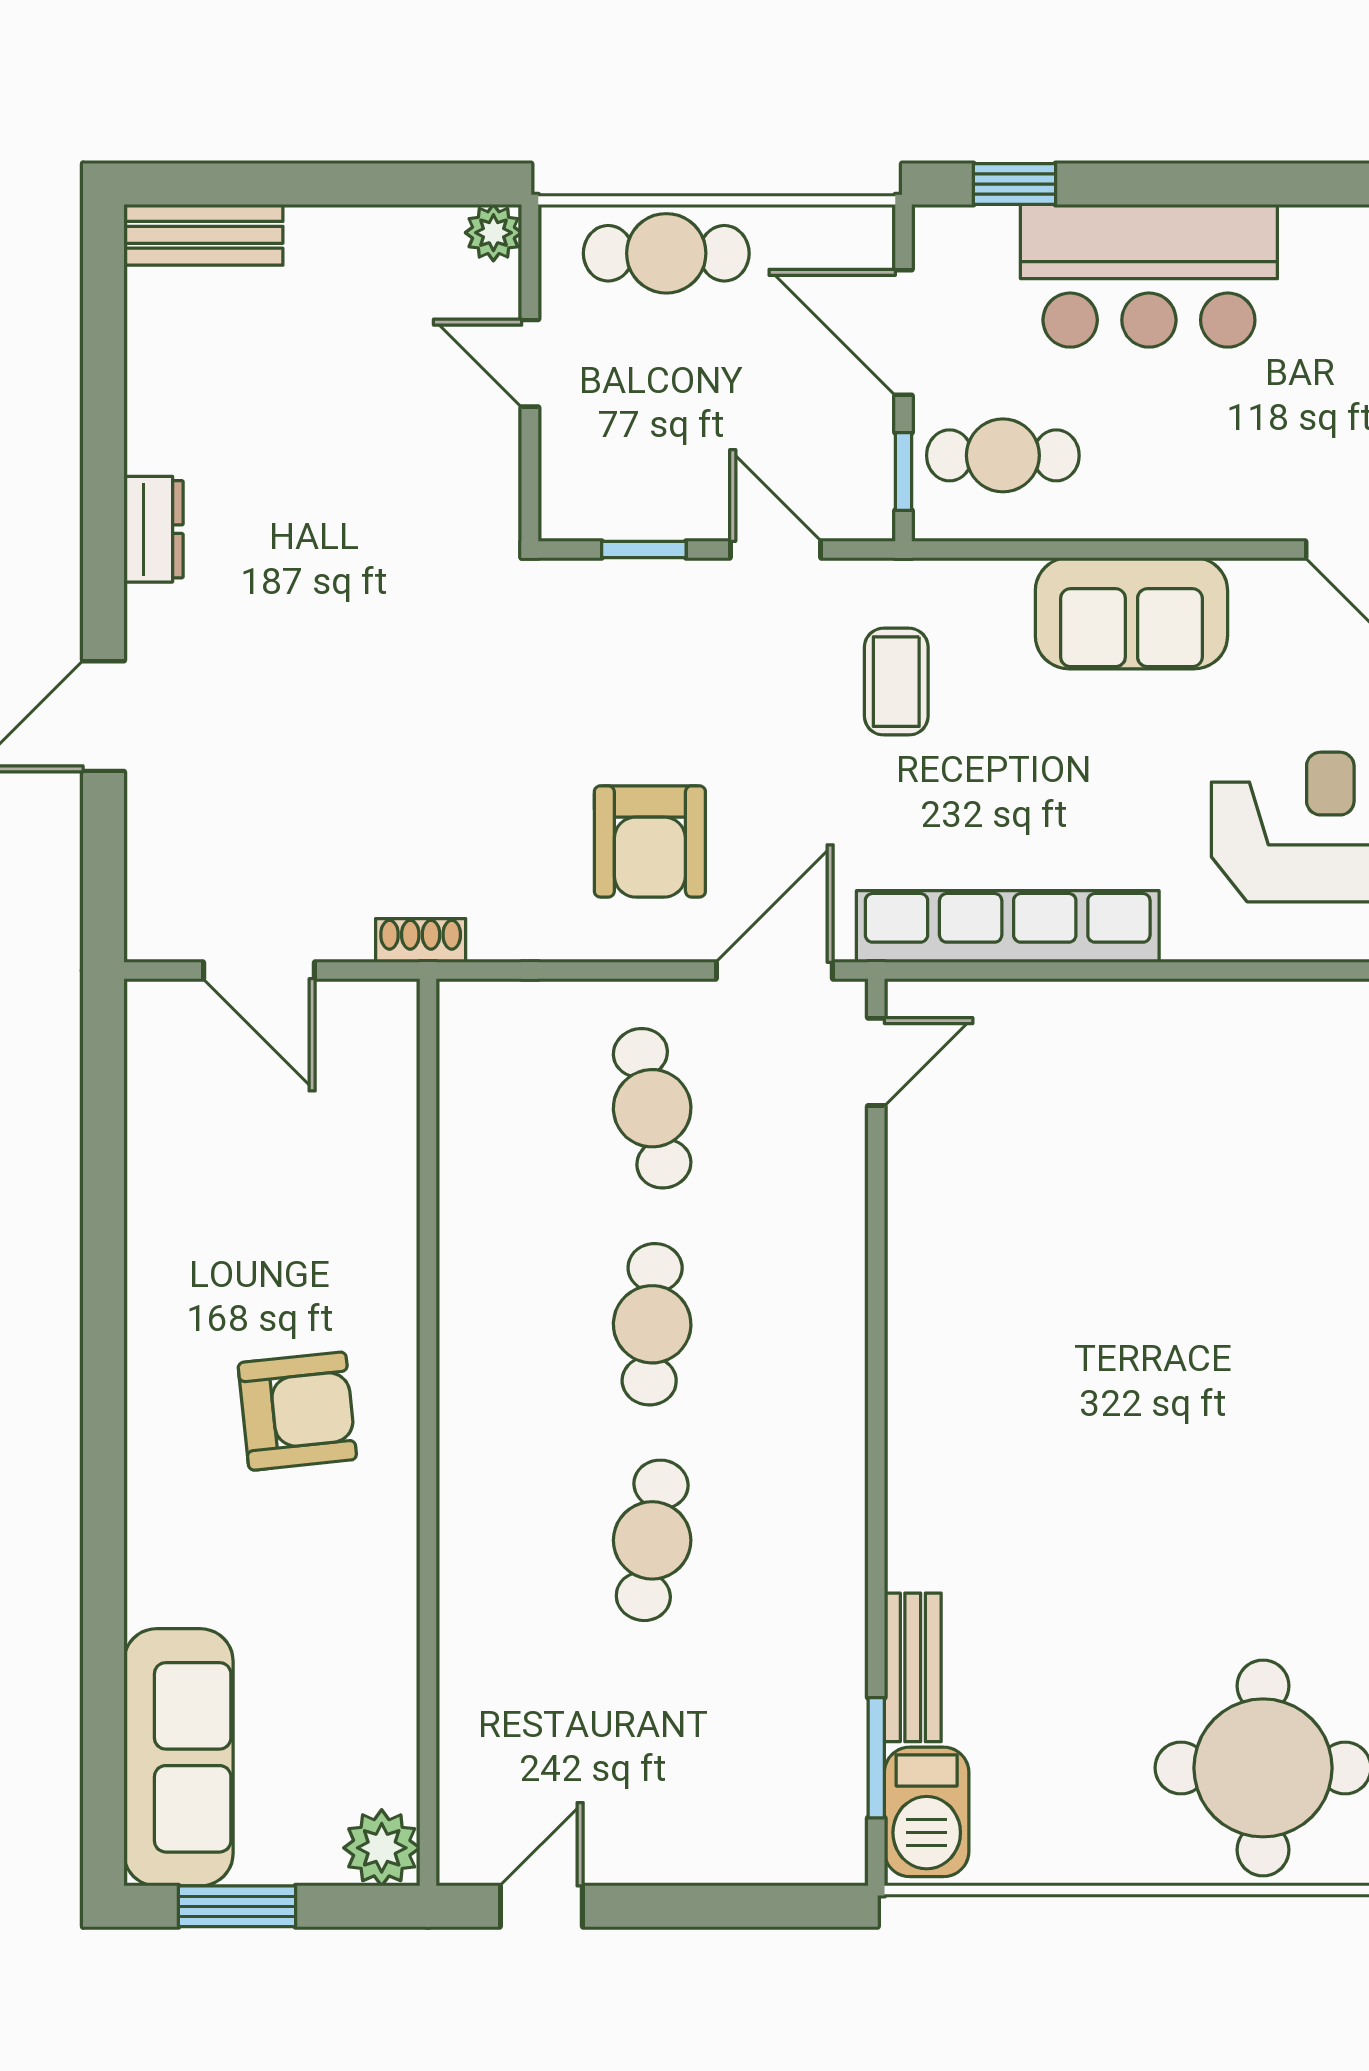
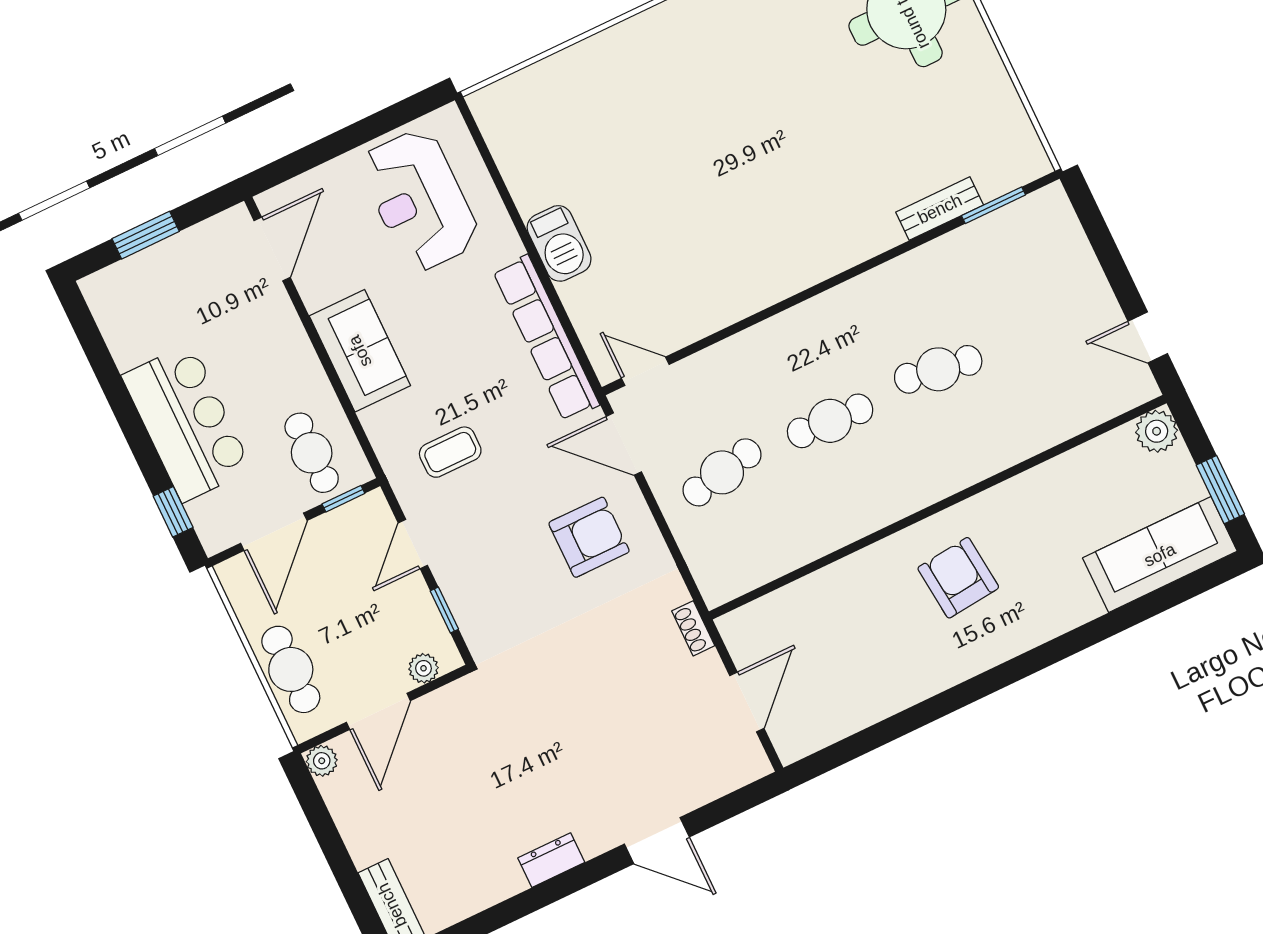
door: (530, 363) -> (378, 711), width x1.38
plant: (565, 470) -> (423, 668), added
barbecue: (927, 1812) -> (559, 243), moved, turned 90

